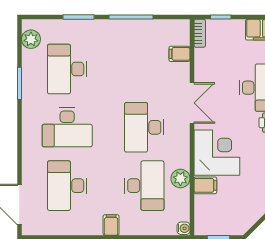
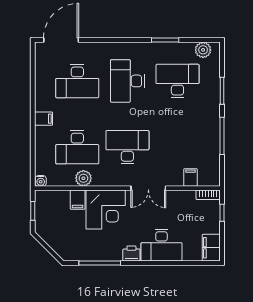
desk: (67, 186) -> (77, 81), turned 180

